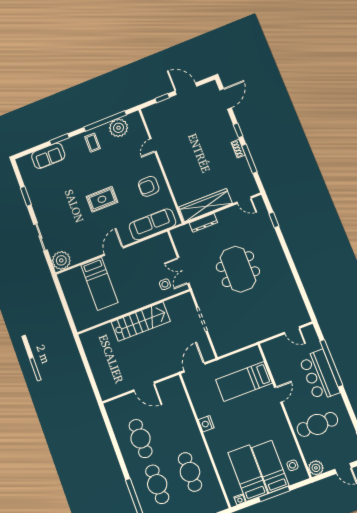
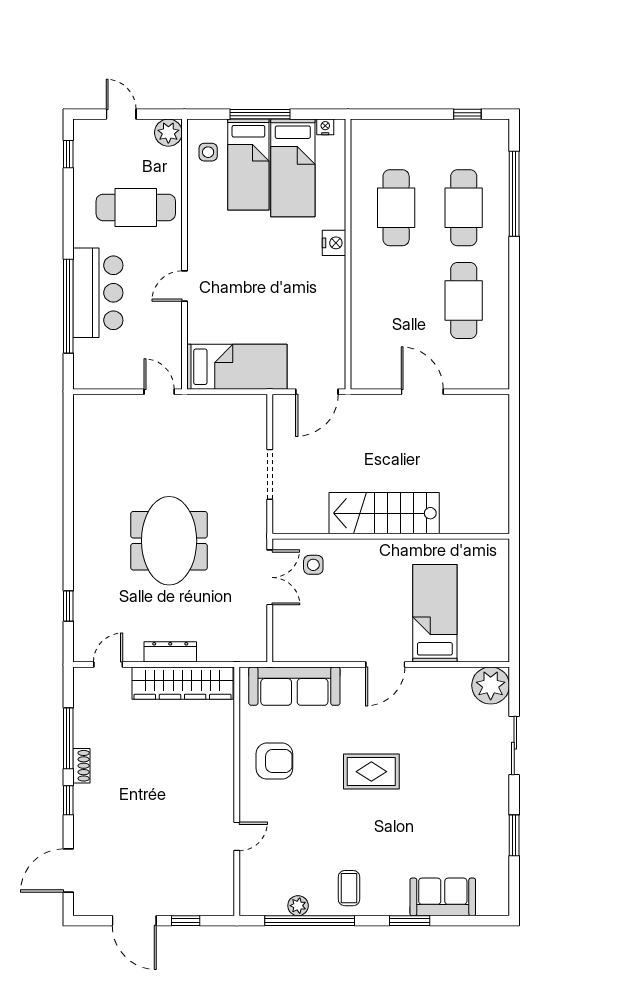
plant: (119, 128) -> (298, 906), width x0.53, depth x0.53
door: (244, 200) -> (108, 664), hinge flipped
dresser: (203, 223) -> (170, 652), moved
door: (292, 330) -> (159, 392), moved
bed: (244, 381) -> (237, 367), moved
nightstand: (206, 424) -> (334, 243), moved

